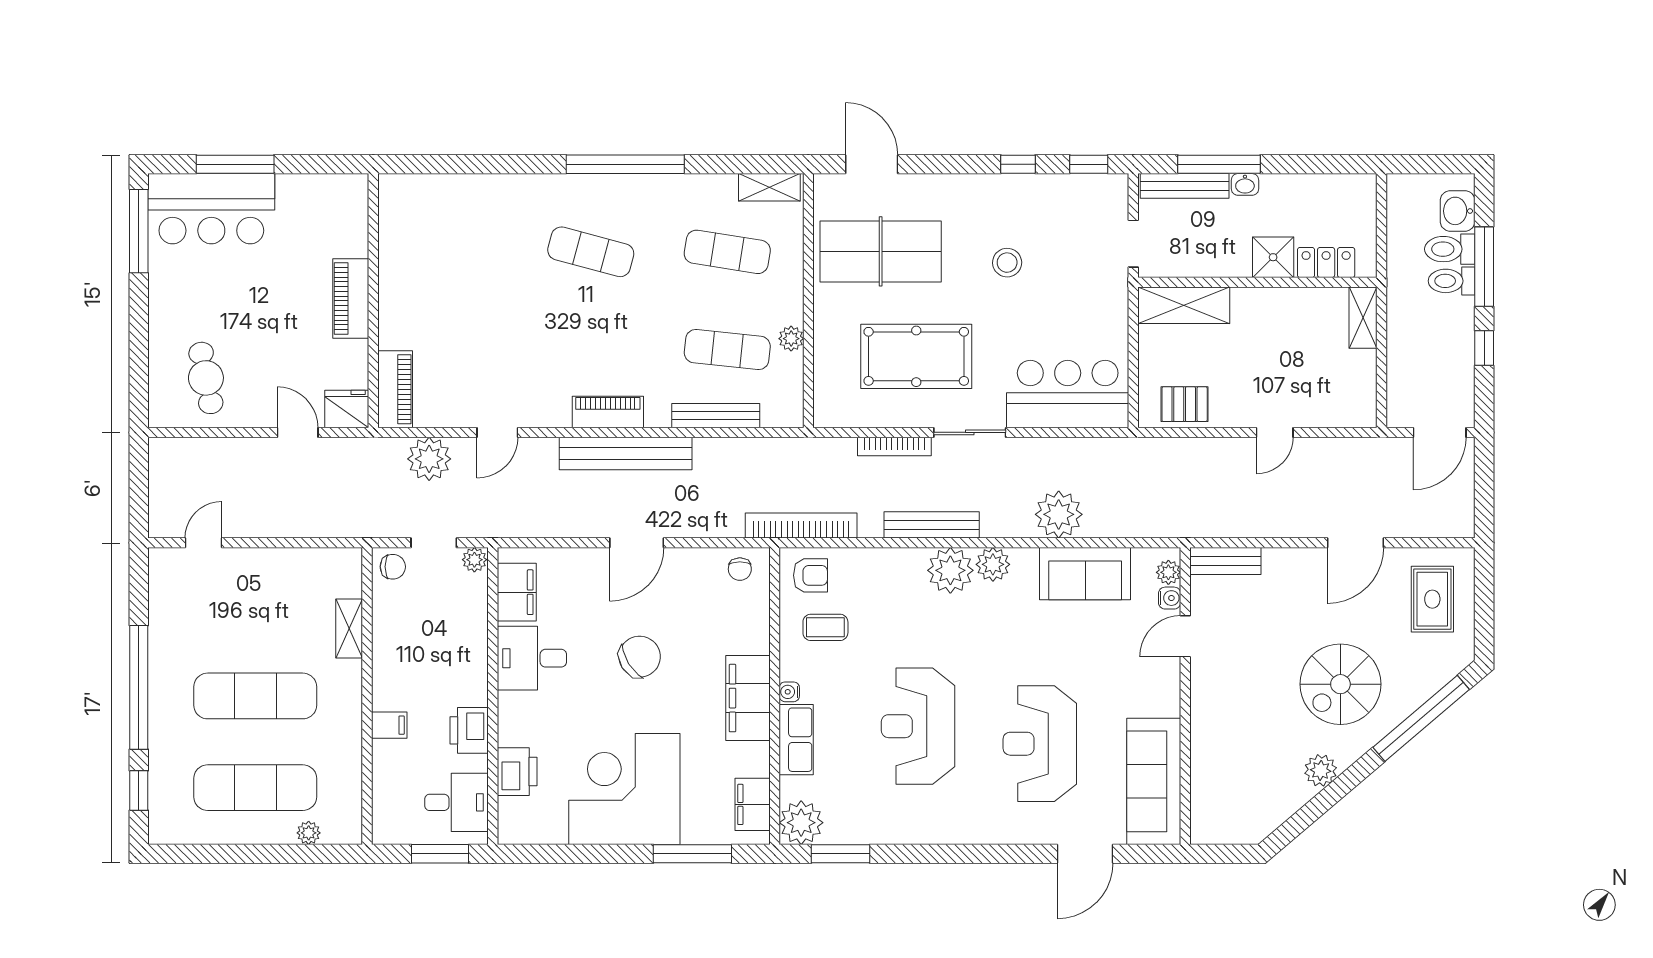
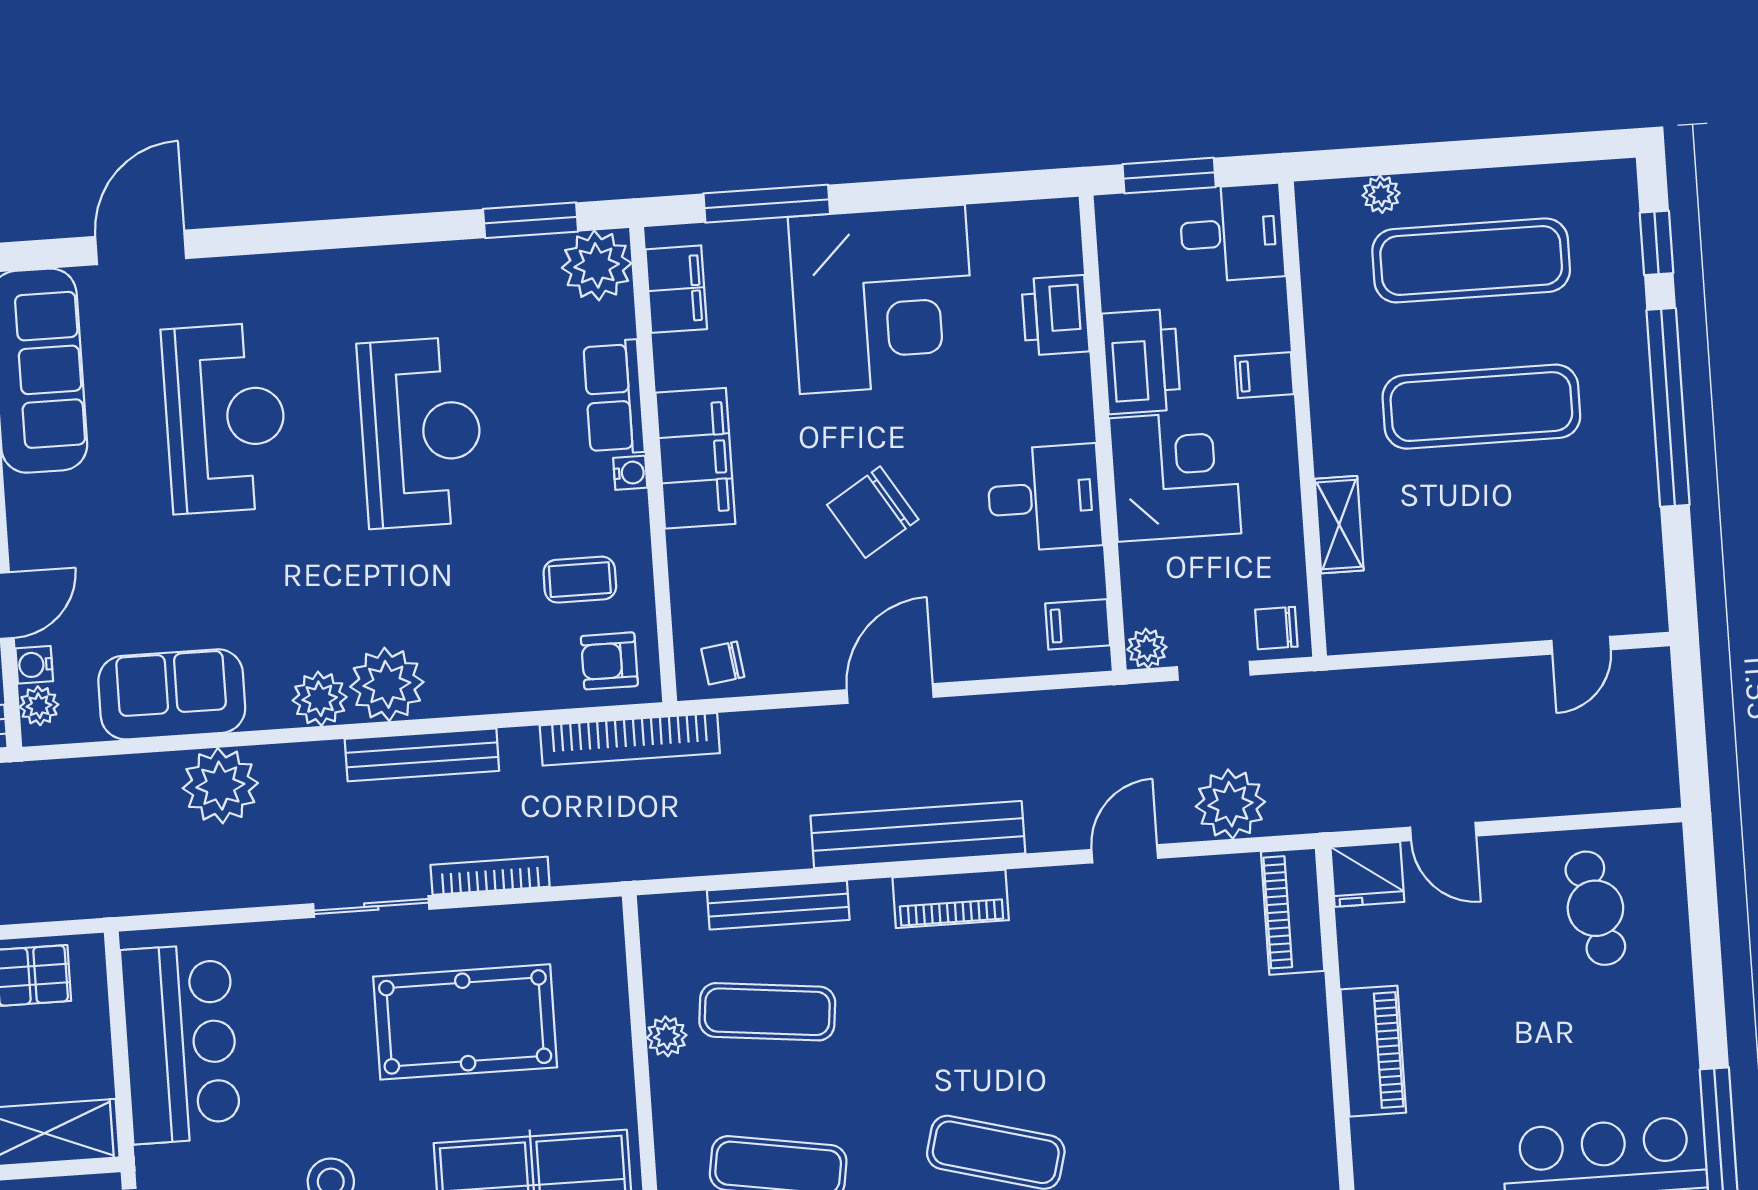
bar counter: (1068, 394) -> (181, 1044), moved, turned -90
chair: (740, 569) -> (723, 663), turned -98
filing cabinet: (517, 592) -> (1078, 624), width x0.50
corner desk: (449, 666) -> (1175, 476), added
printer: (469, 730) -> (1141, 361), width x1.37, depth x1.19
desk: (456, 802) -> (1232, 233), moved, turned 180

